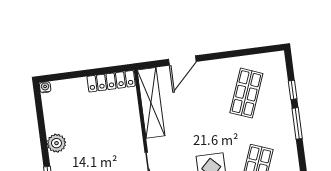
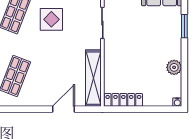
plant: (56, 143) -> (174, 67), moved

